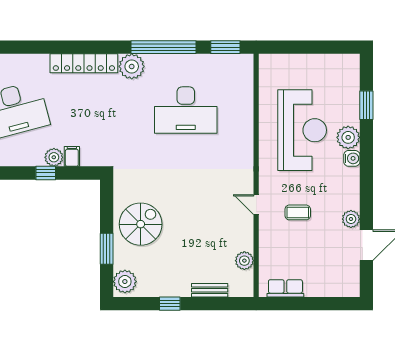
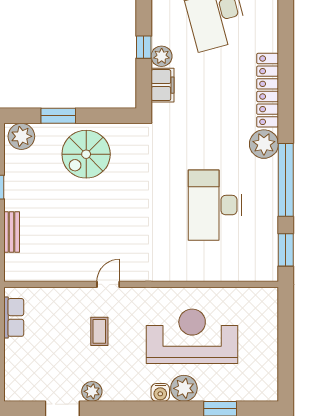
reception desk: (302, 130) -> (192, 336), turned 180
filing cabinet: (72, 156) -> (163, 85), width x2.00
spiral stairs: (141, 224) -> (86, 154), turned 90
plant: (244, 261) -> (45, 271), removed

